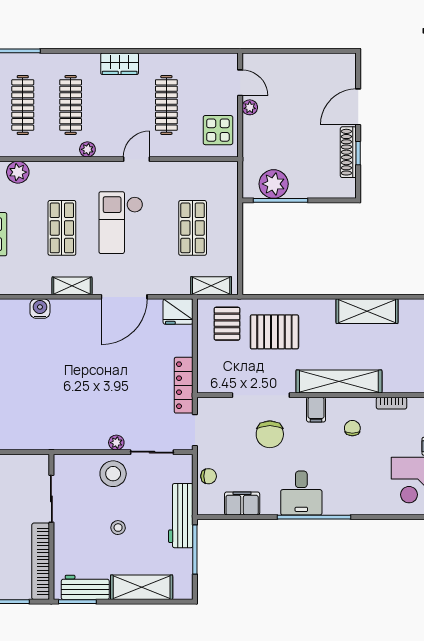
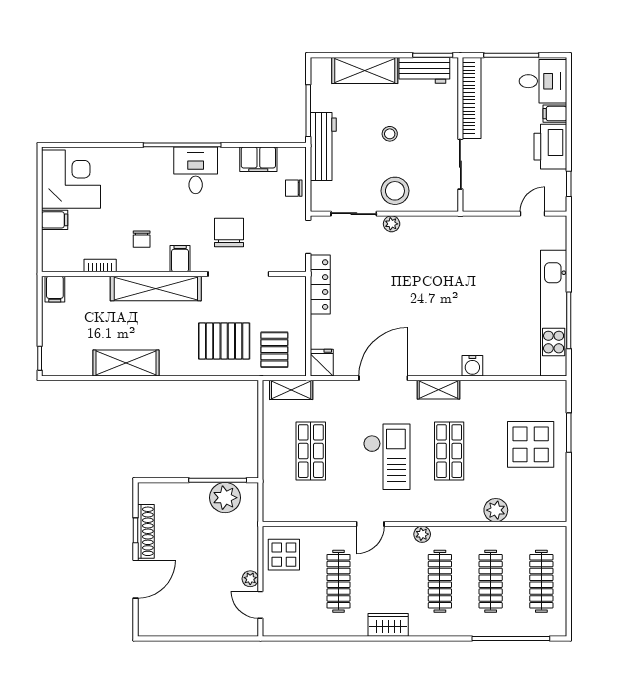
fridge: (178, 312) -> (322, 363), width x0.72

